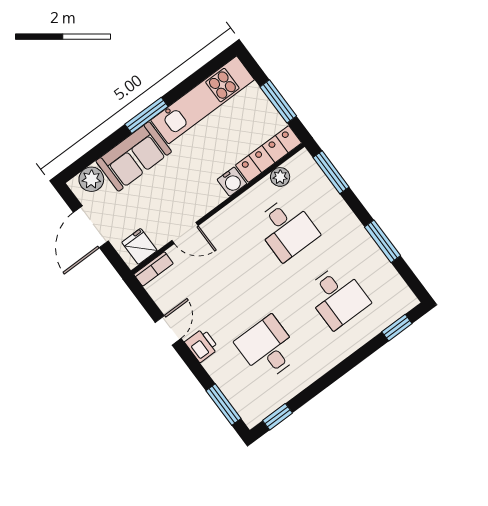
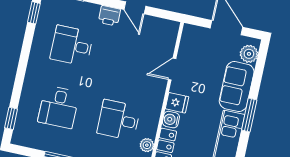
fridge: (139, 246) -> (177, 103), moved
bookcase: (154, 269) -> (172, 34), removed
desk: (337, 296) -> (59, 107), turned -90
desk: (268, 348) -> (72, 46), turned 180

